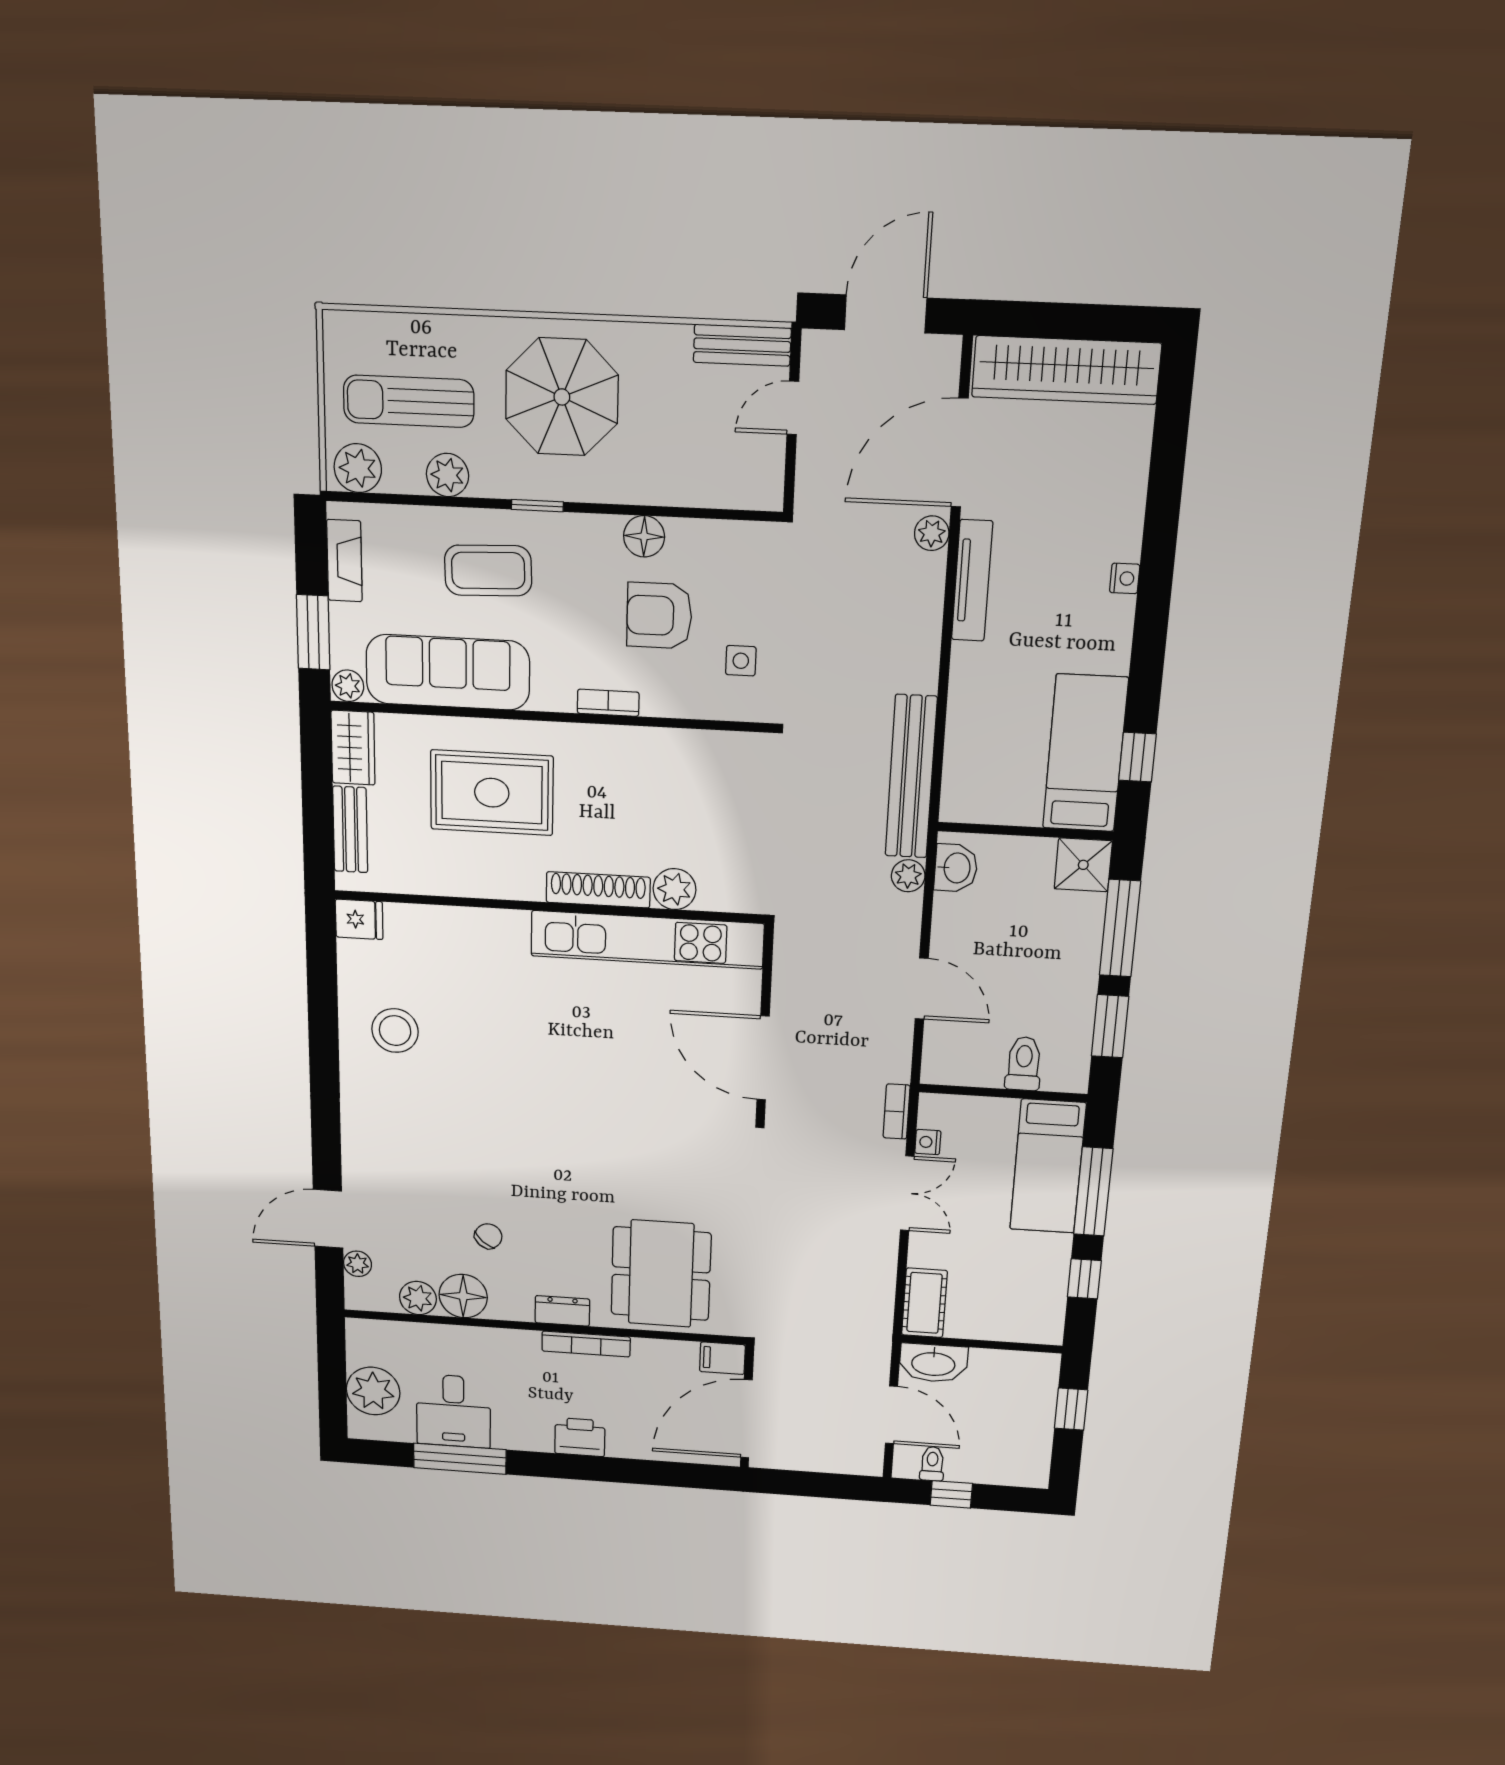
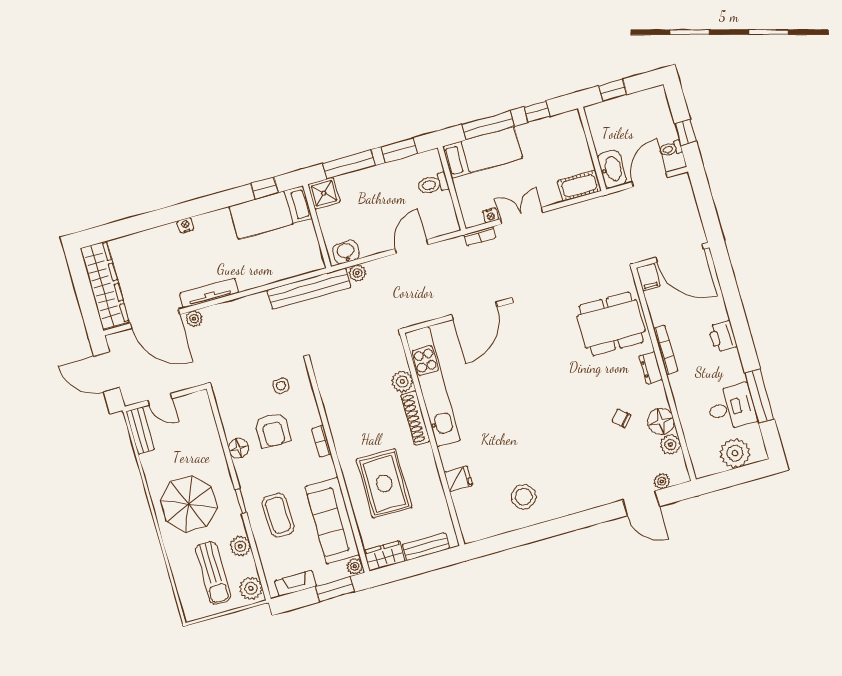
fridge: (359, 919) -> (458, 479), moved, turned 90

